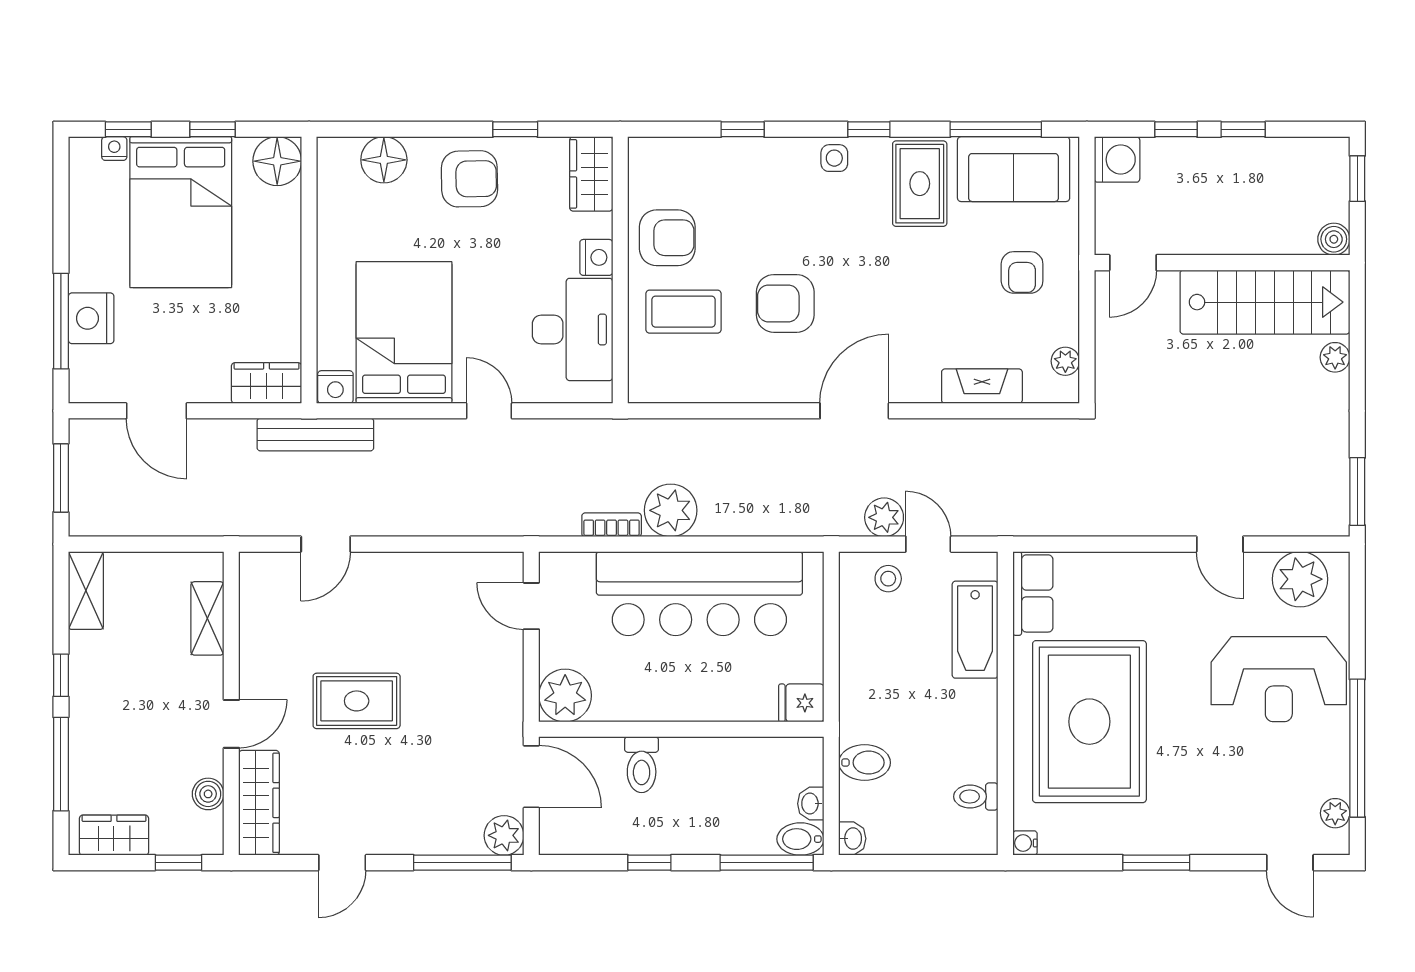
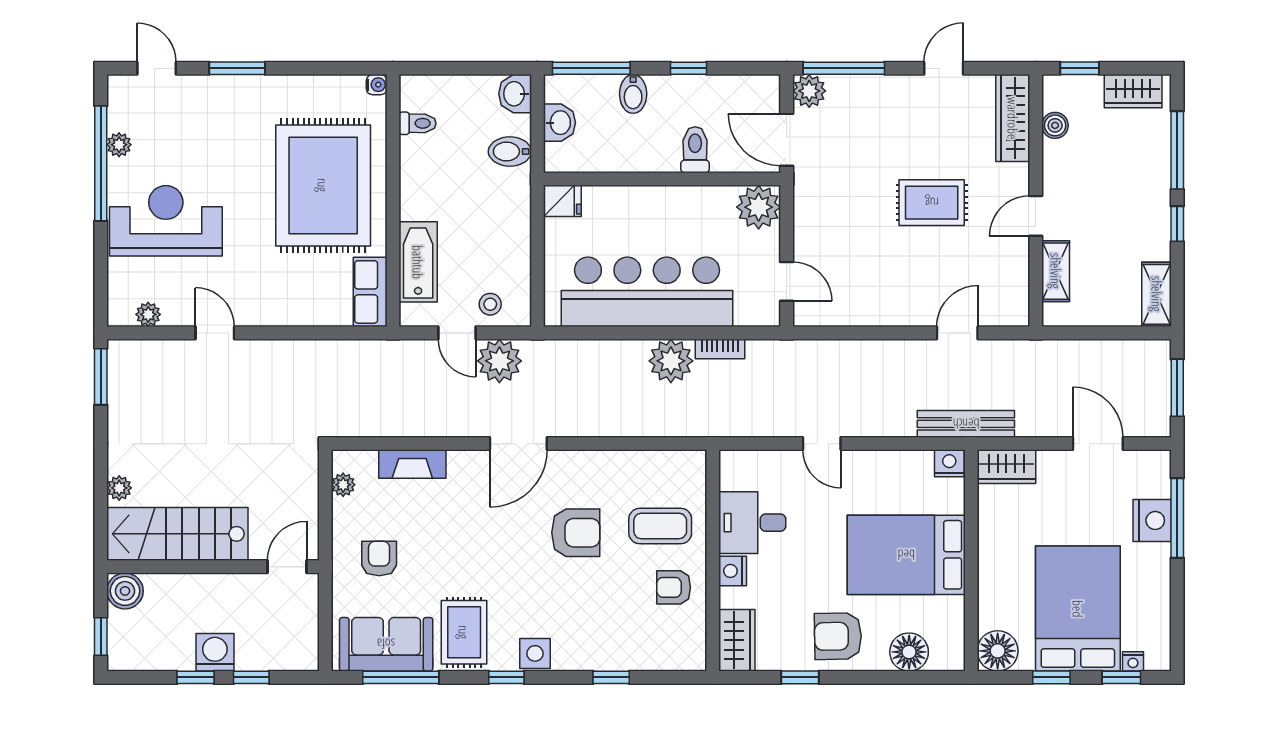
side table: (834, 158) -> (535, 653), width x1.37, depth x1.37
washing machine: (1117, 159) -> (215, 652), moved, turned 90
armchair: (667, 238) -> (674, 587), width x0.72, depth x0.72
boiler: (1334, 239) -> (125, 591), width x1.36, depth x1.36
desk: (573, 329) -> (752, 523), width x0.73
bed: (404, 333) -> (906, 555), moved, turned 90
plant: (884, 517) -> (499, 361), width x1.36, depth x1.36
plant: (1300, 579) -> (148, 314), width x0.53, depth x0.53
door: (231, 724) -> (1036, 216), moved
washbasin: (811, 804) -> (559, 123), width x1.38, depth x1.45
plant: (1335, 813) -> (119, 145), moved
bidet: (800, 839) -> (633, 94), moved, turned 90
washbasin: (852, 839) -> (515, 94), width x1.38, depth x1.45
window: (1156, 863) -> (237, 68), moved

